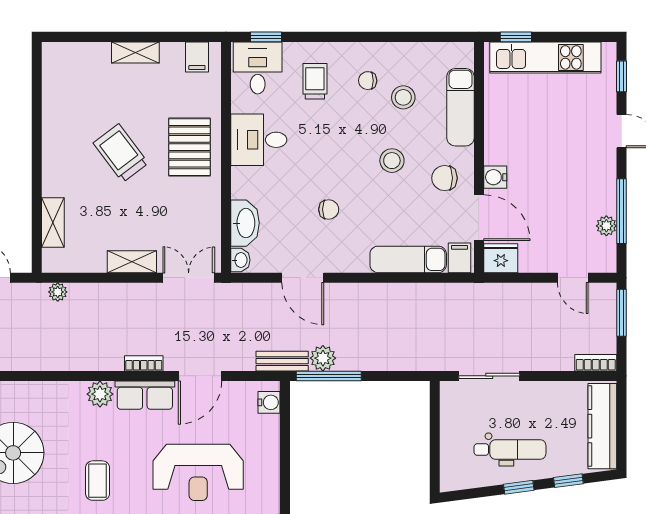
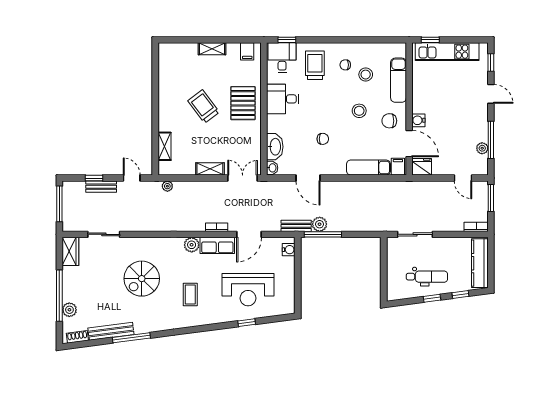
trolley: (315, 81) -> (315, 65), width x1.36, depth x1.39

